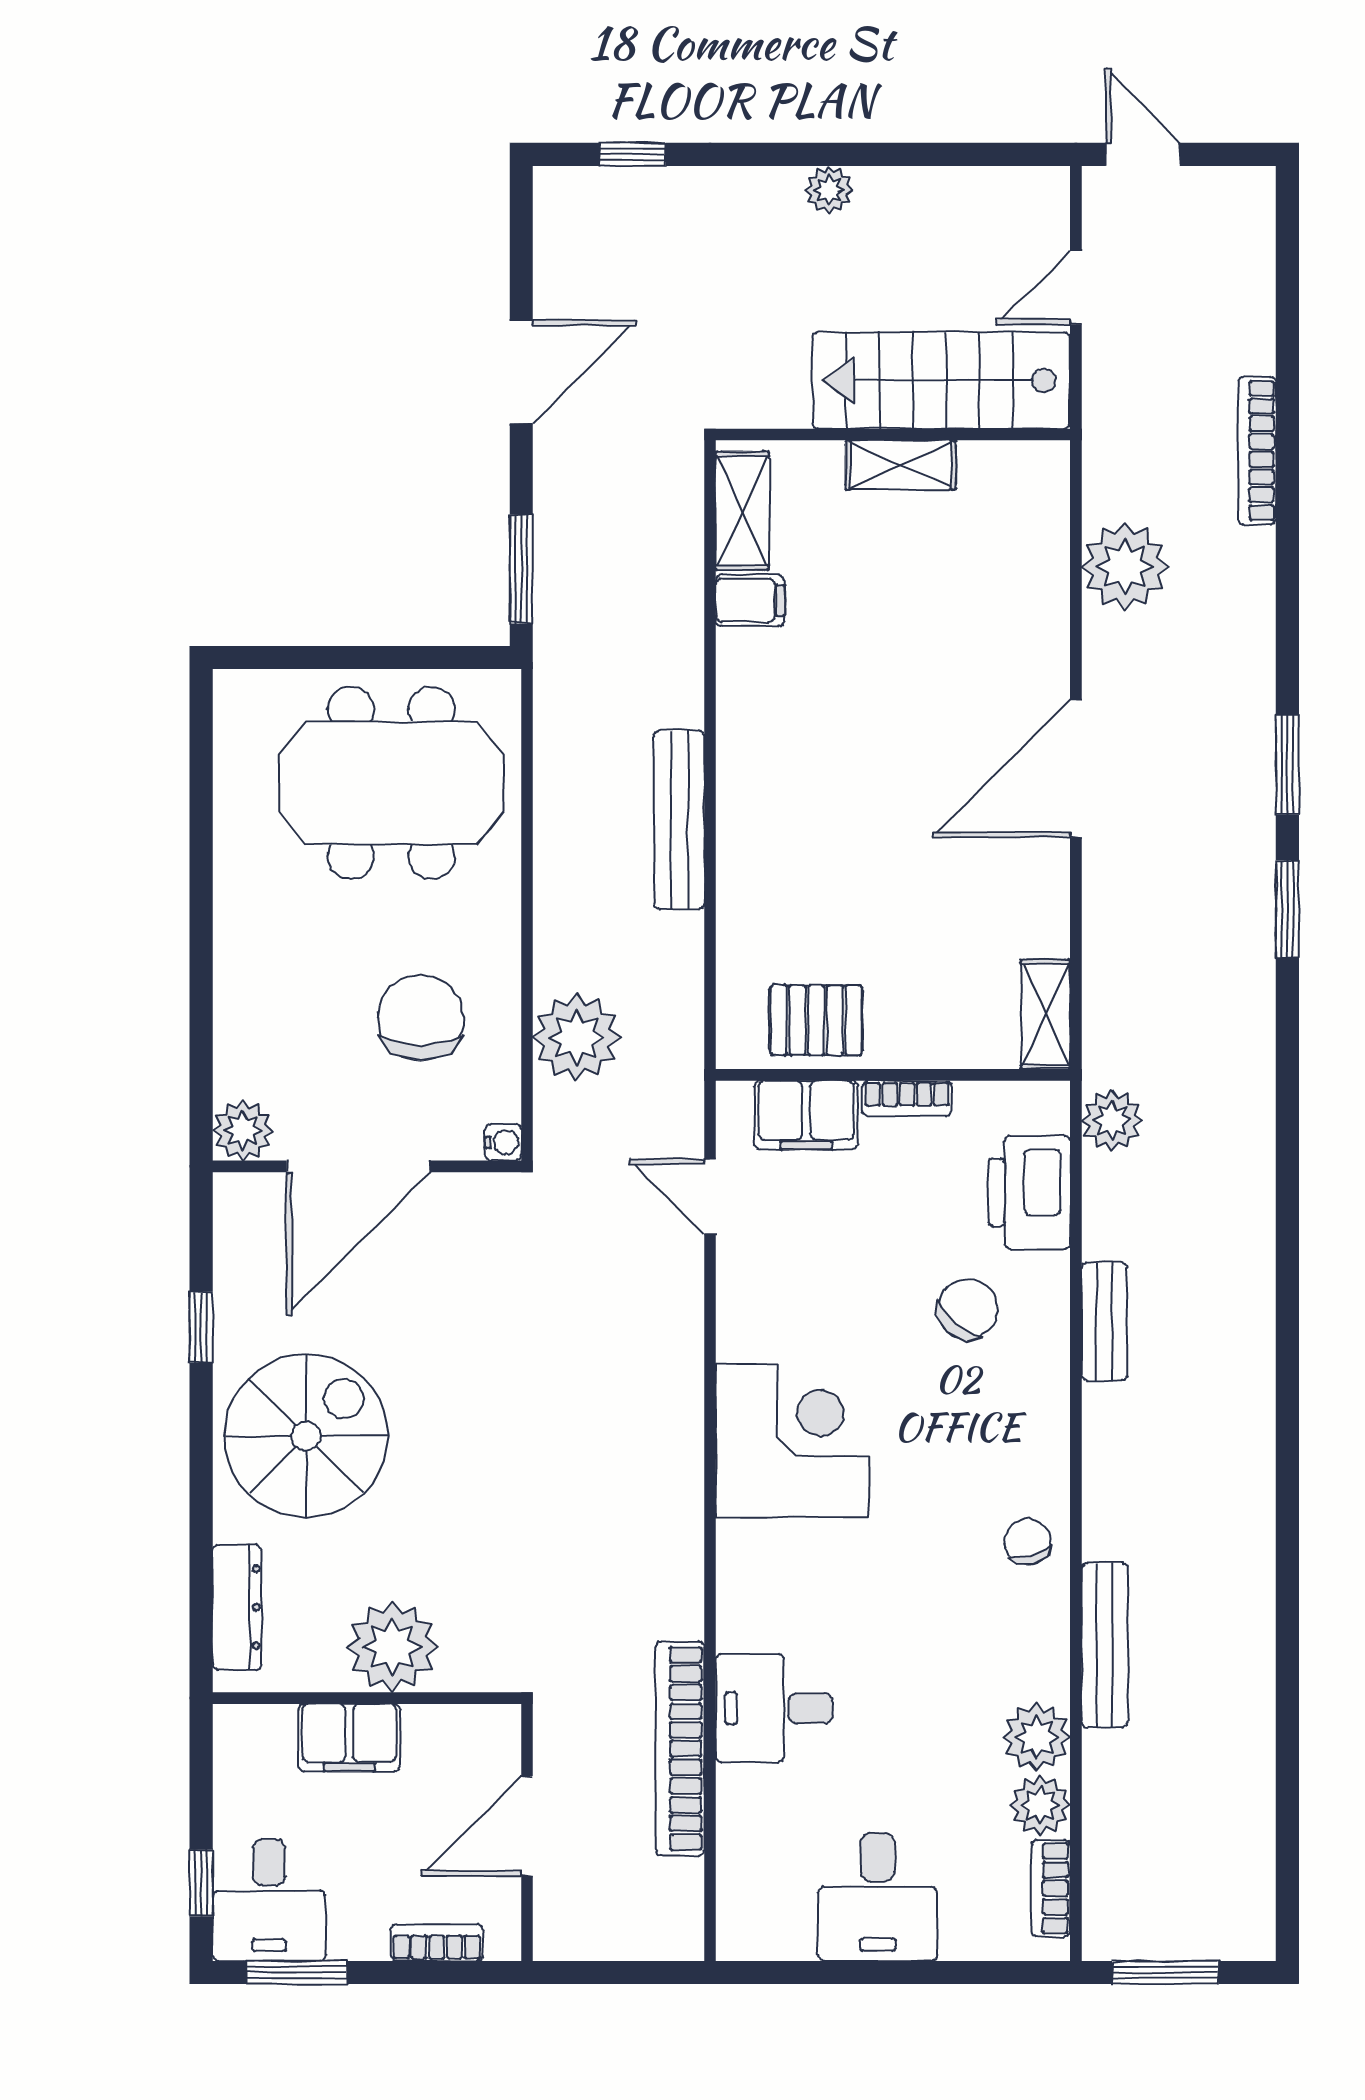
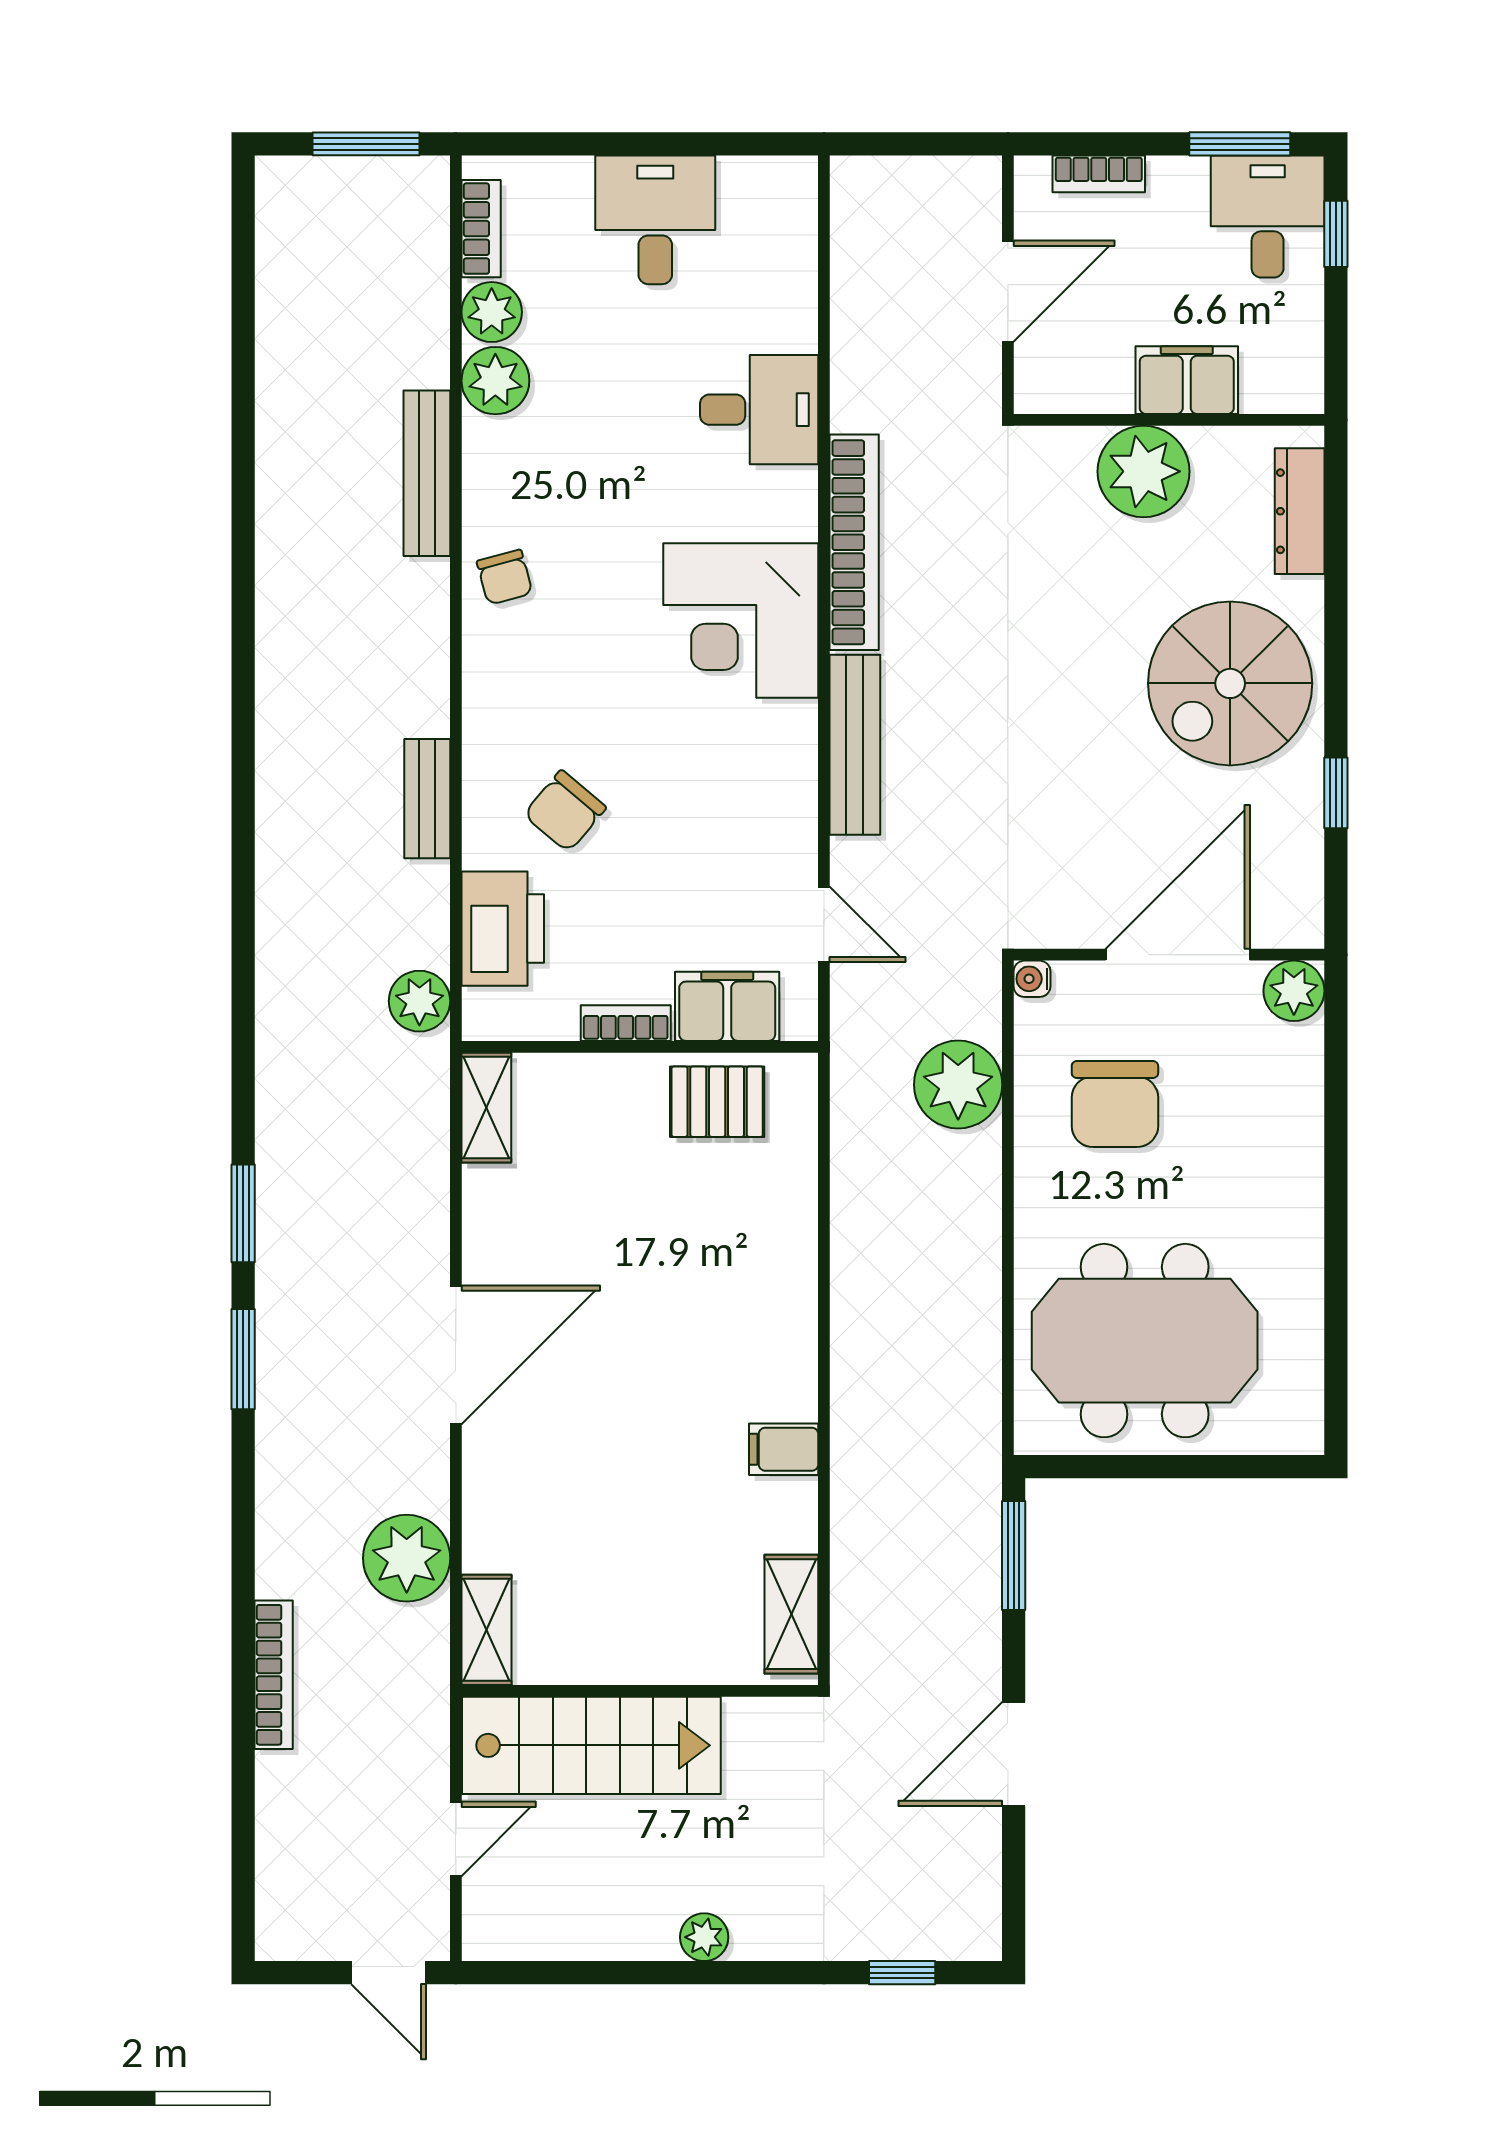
shelving: (901, 465) -> (486, 1630), moved, turned 90
filing cabinet: (750, 600) -> (784, 1449), moved
bench: (679, 820) -> (855, 745), moved
corner desk: (793, 1441) -> (741, 621), moved
bookcase: (680, 1749) -> (854, 542), moved

